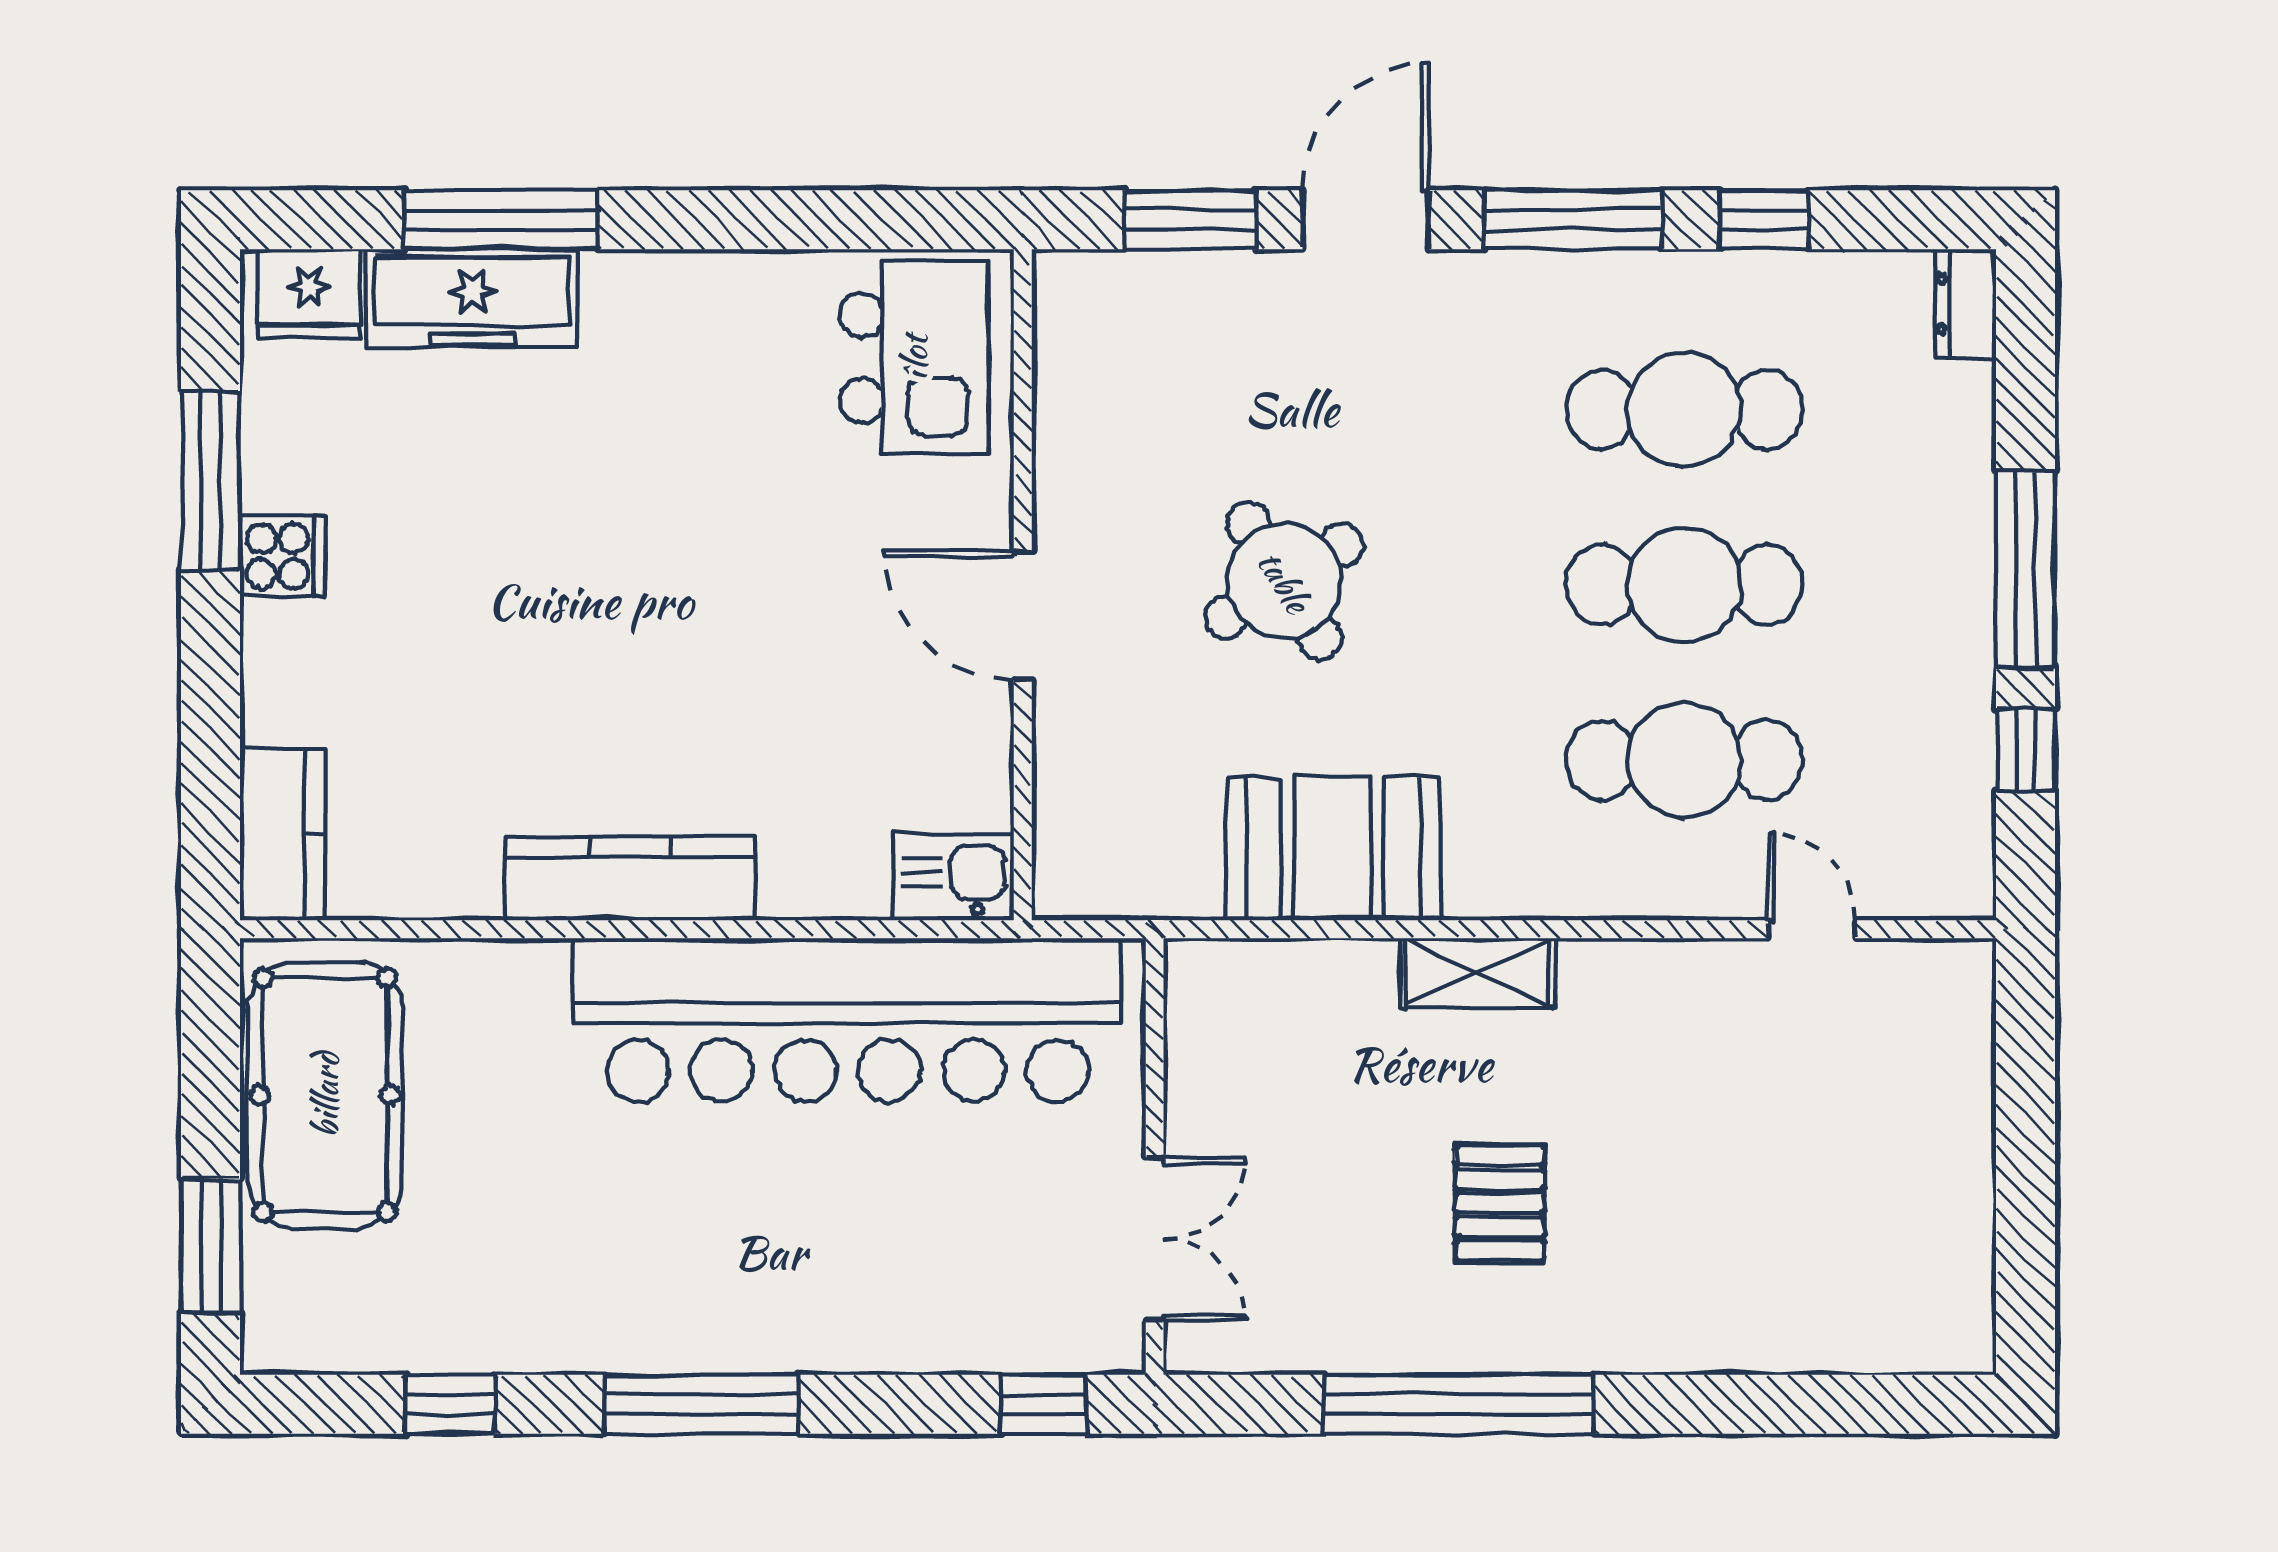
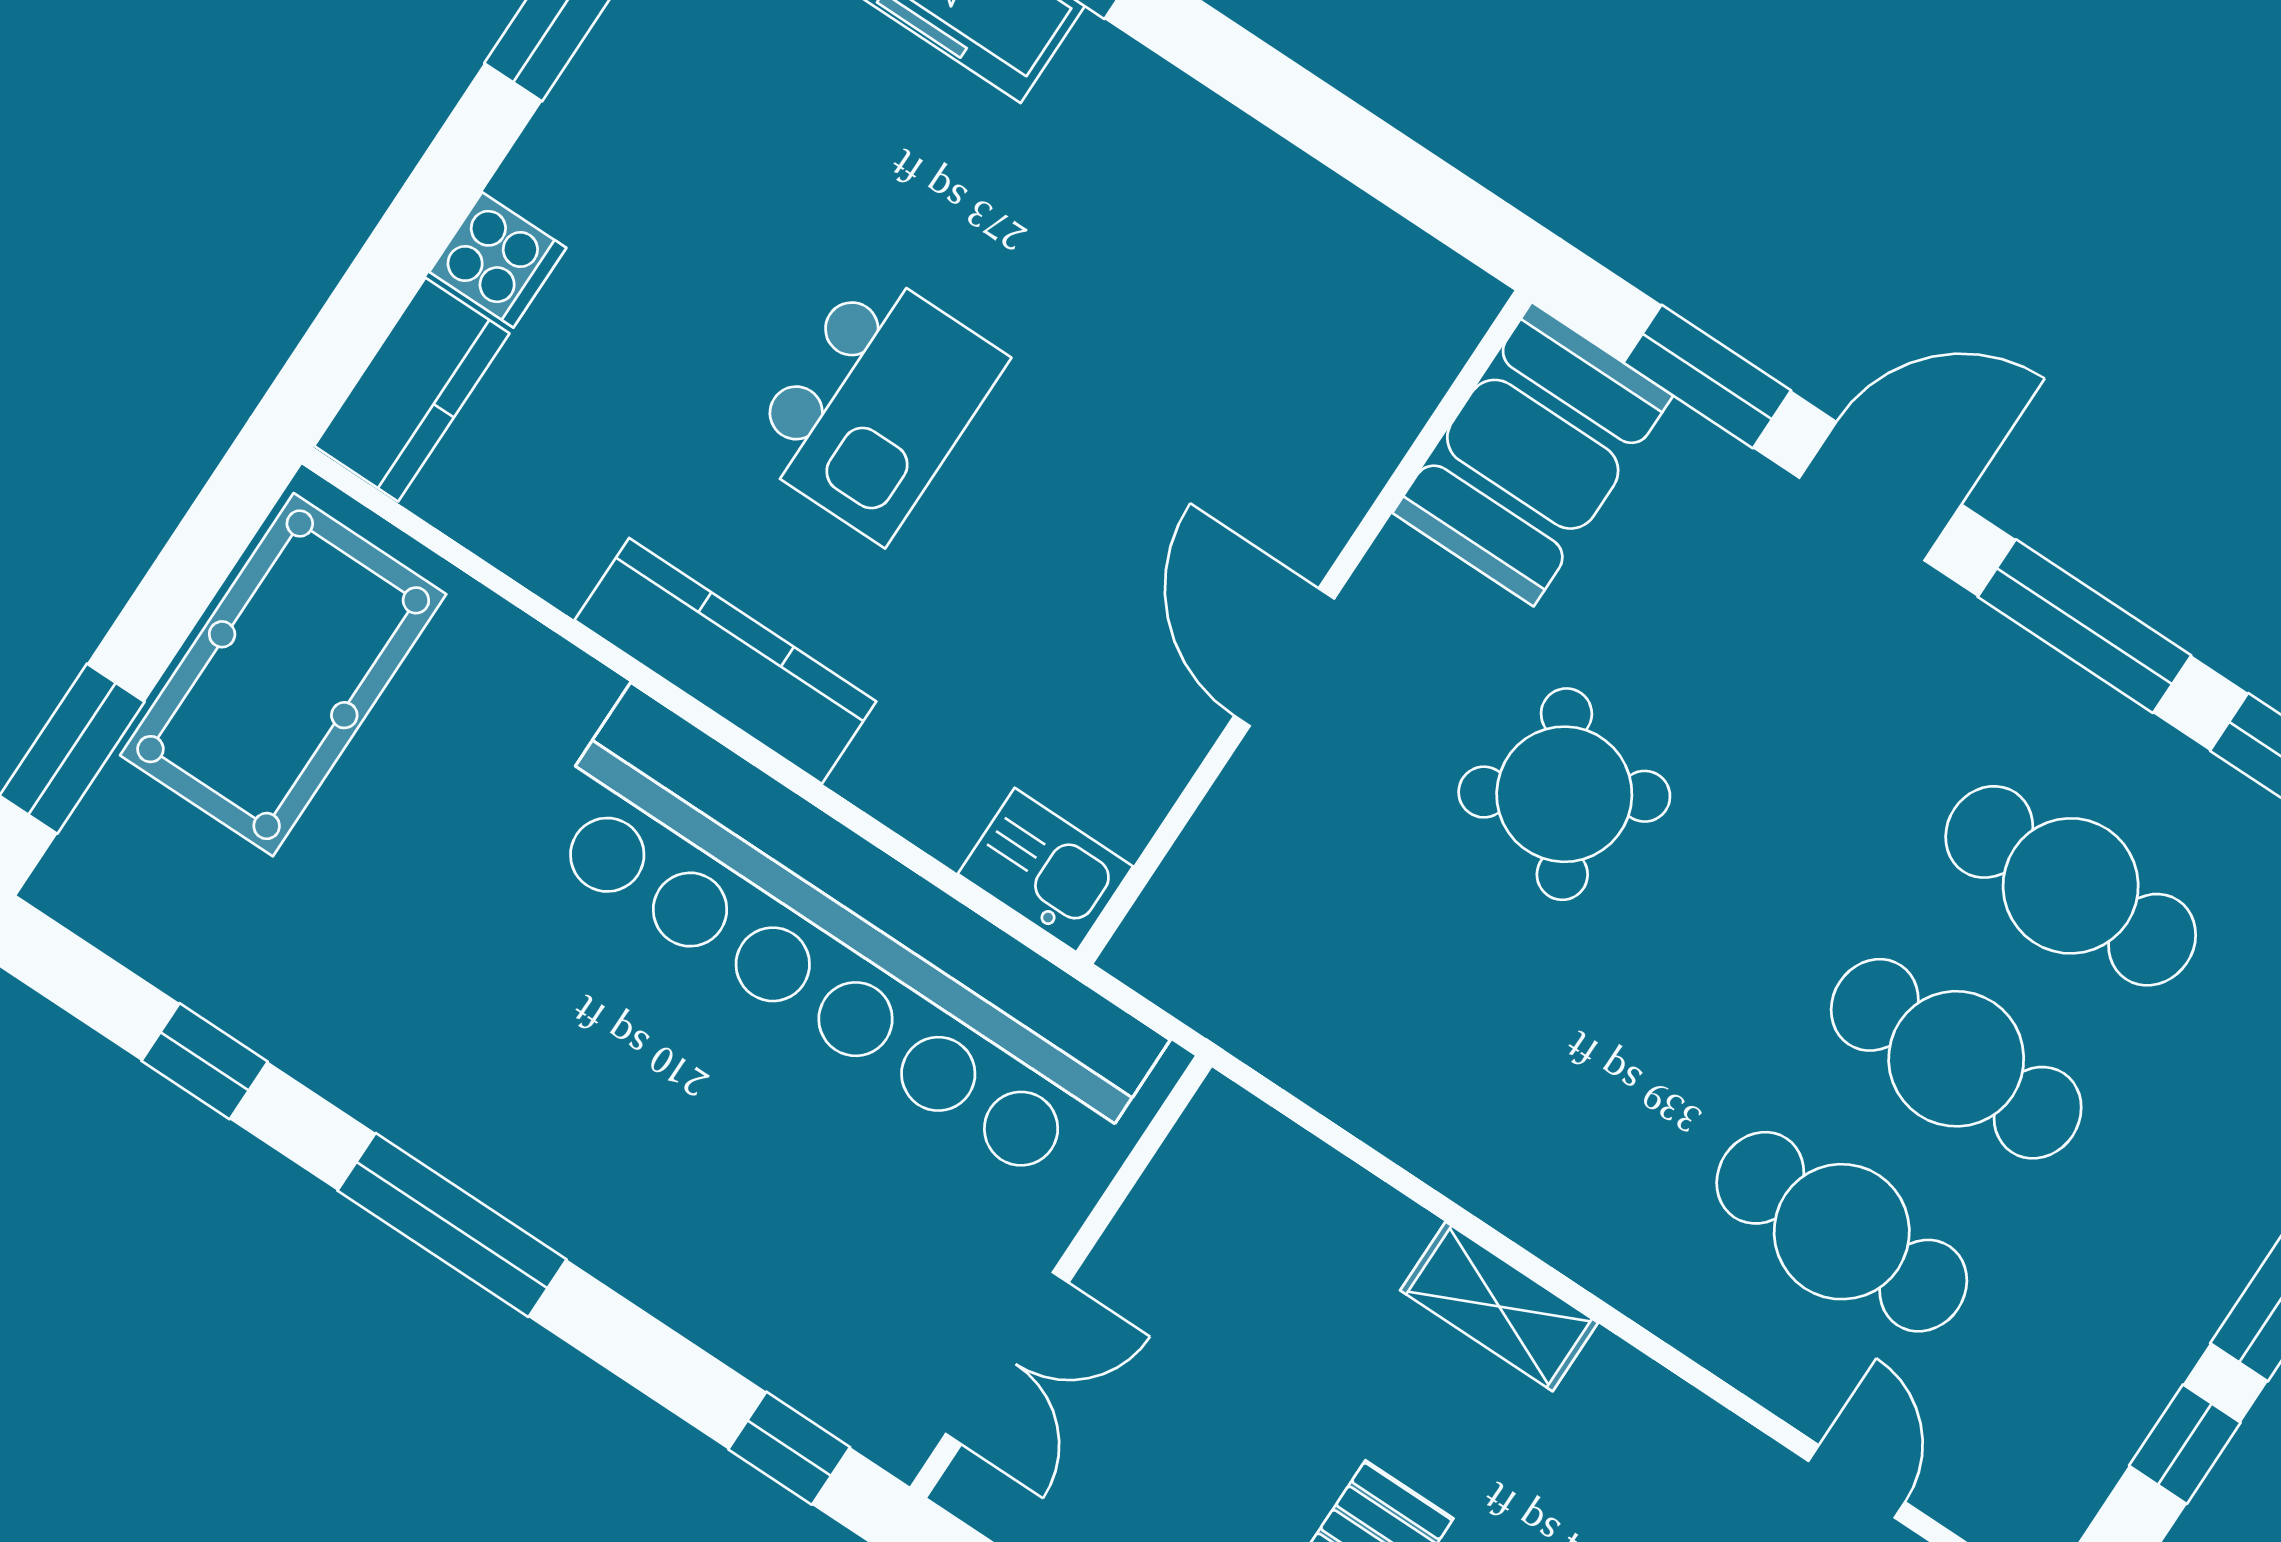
kitchen island: (914, 358) -> (875, 405), moved
cooker: (283, 556) -> (498, 260), moved
booth: (1333, 849) -> (1533, 454), moved, turned 90

